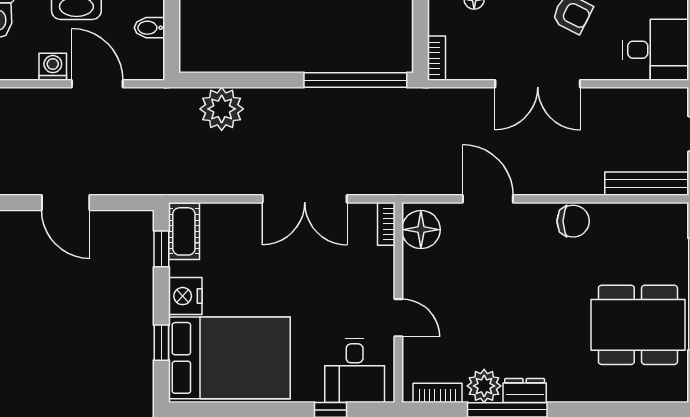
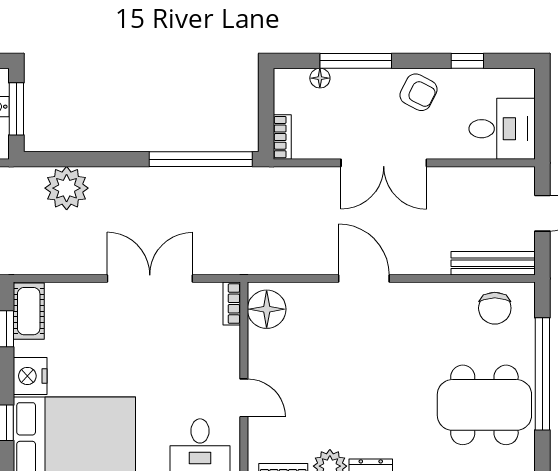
window: (172, 30) -> (16, 109), added
double door: (305, 199) -> (150, 278), swing flipped
door: (488, 199) -> (364, 278), moved
chair: (573, 221) -> (495, 308), moved, turned 90

